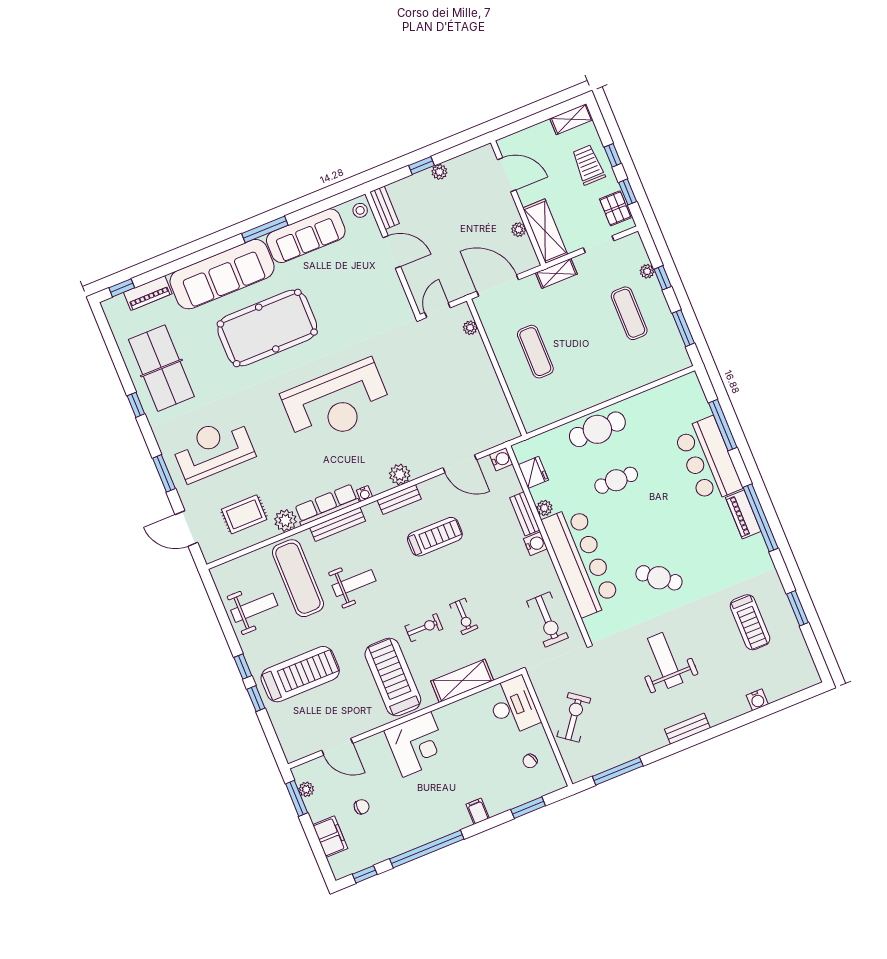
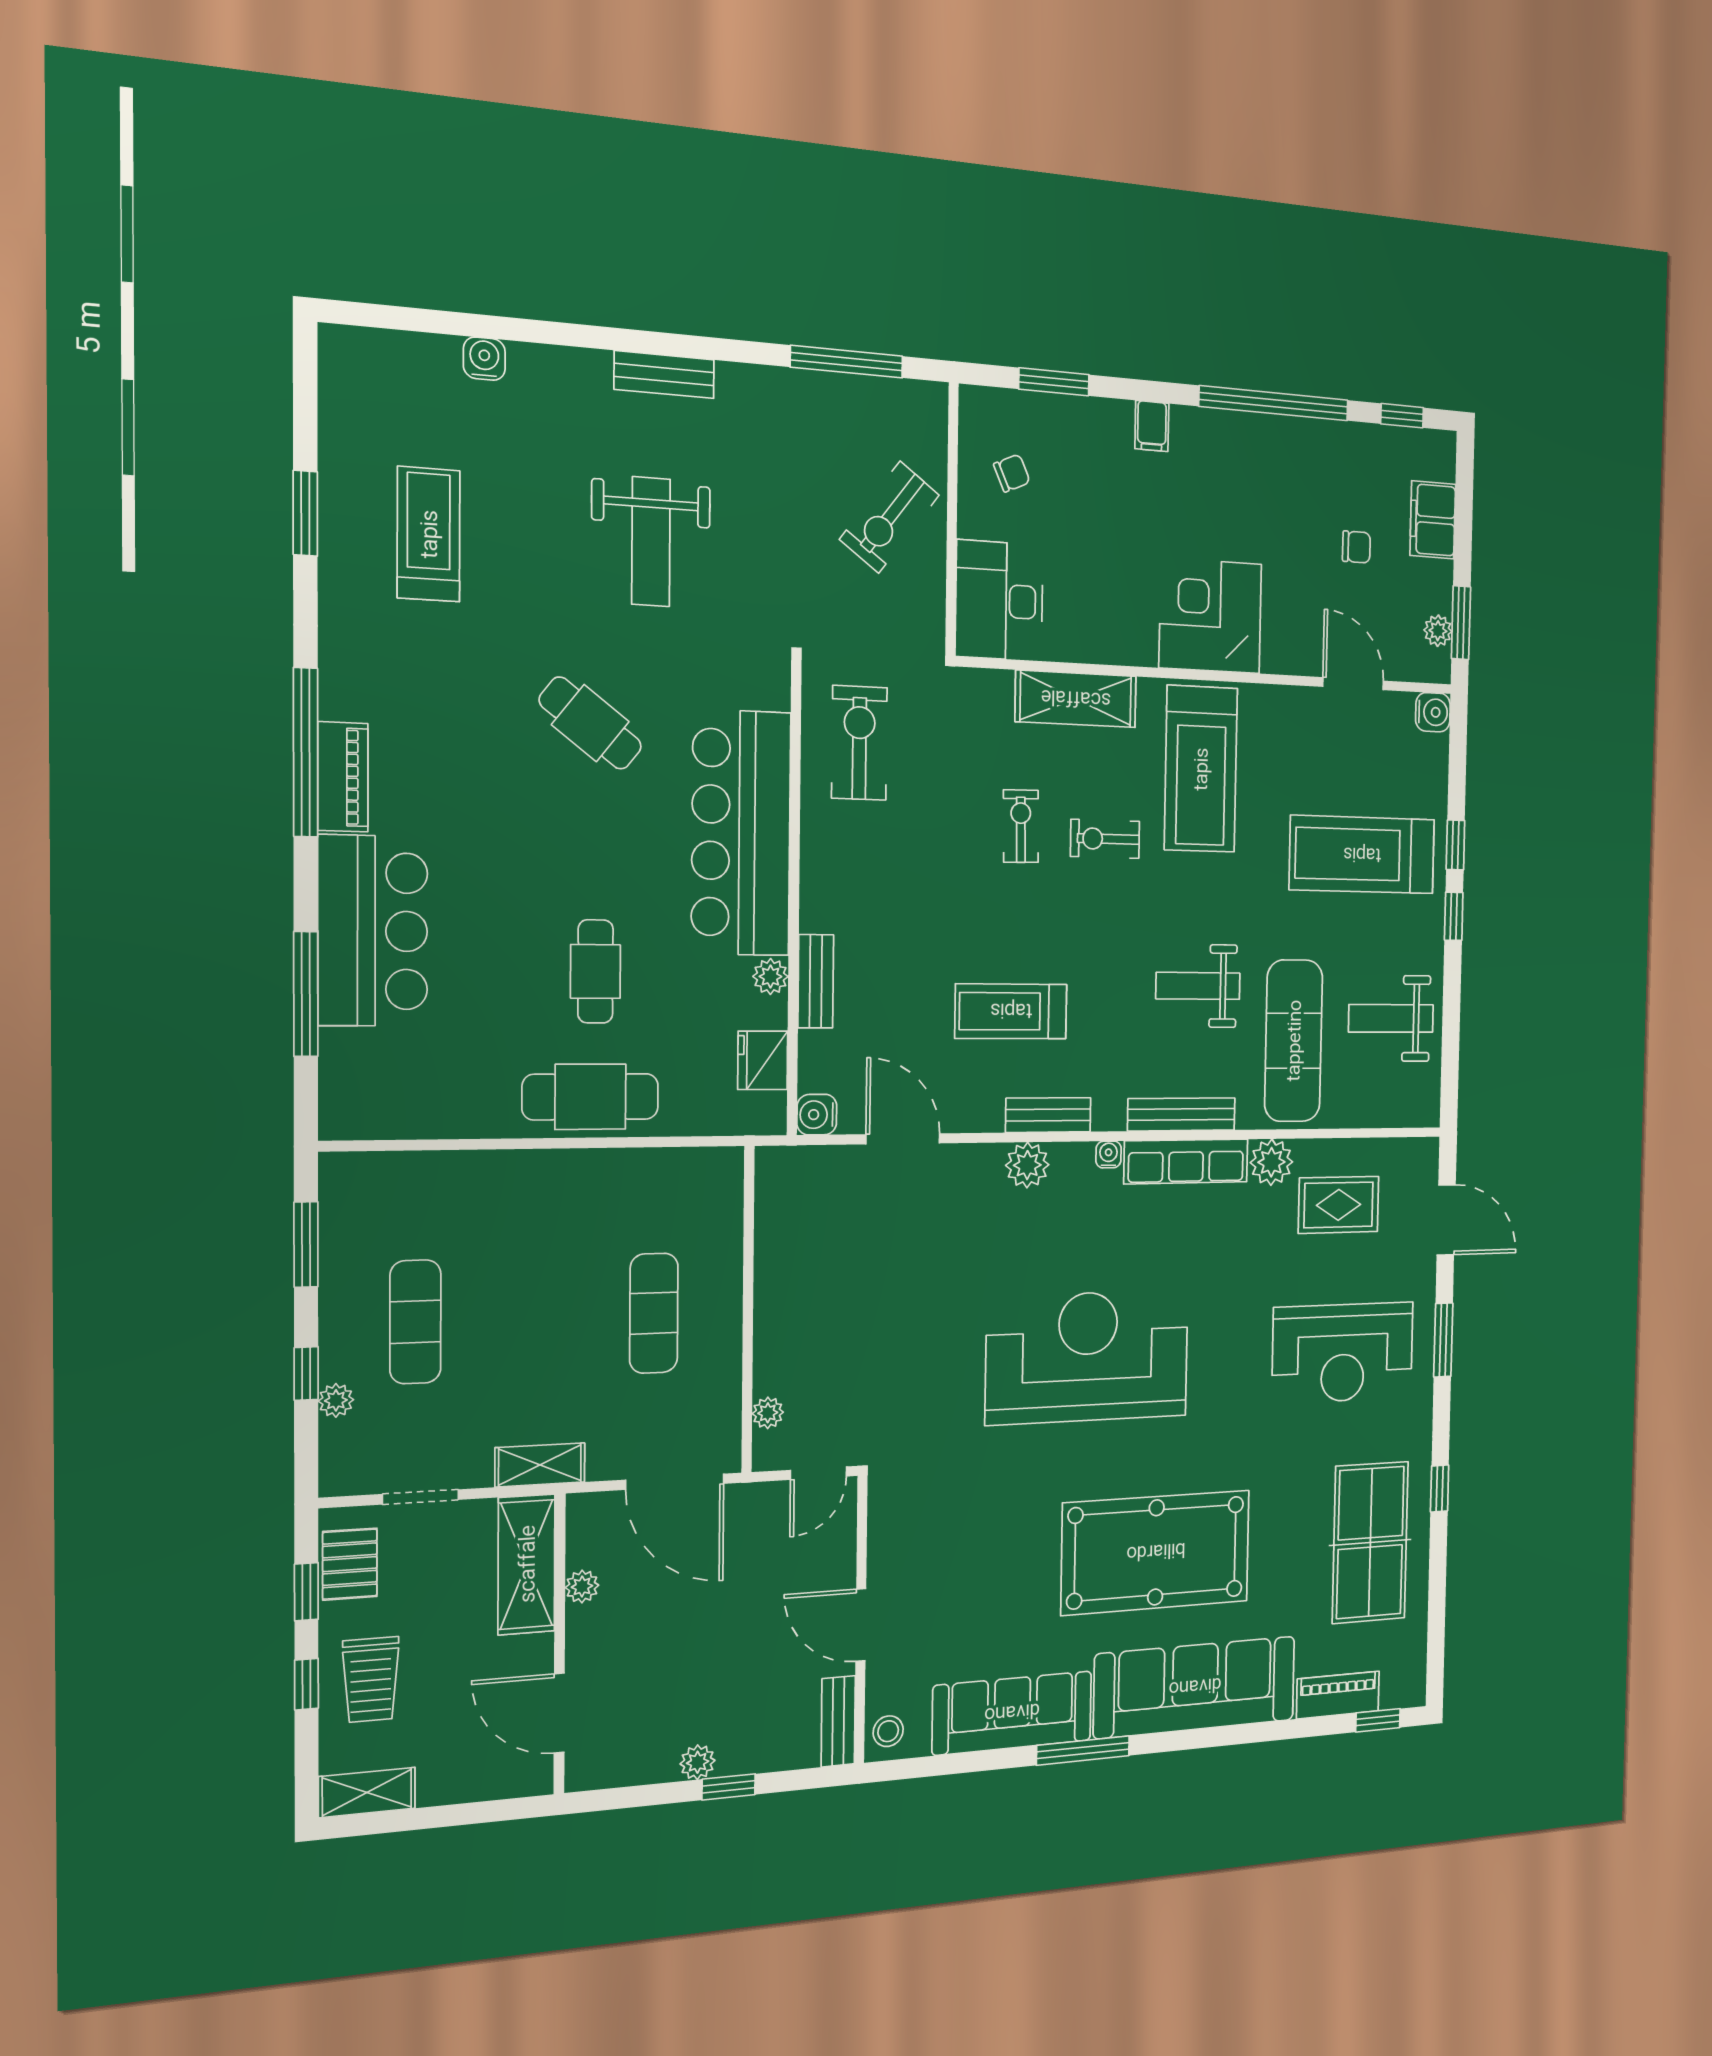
cafe table: (616, 480) -> (595, 971), turned 90
water cooler: (535, 544) -> (1433, 712), moved, turned 180
chair: (362, 807) -> (1356, 547), turned 180

